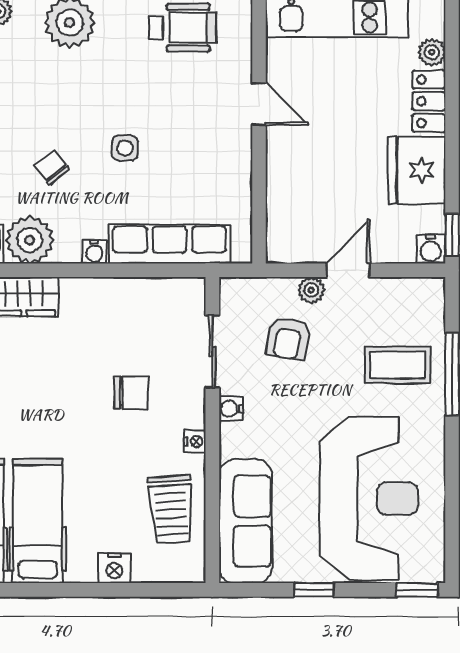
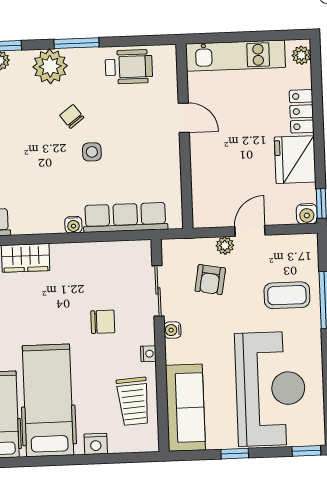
plant: (432, 52) -> (301, 55), moved
chair: (52, 167) -> (72, 116), moved
plant: (30, 240) -> (28, 218), removed
hospital bed: (38, 521) -> (48, 400), width x1.37, depth x1.29

